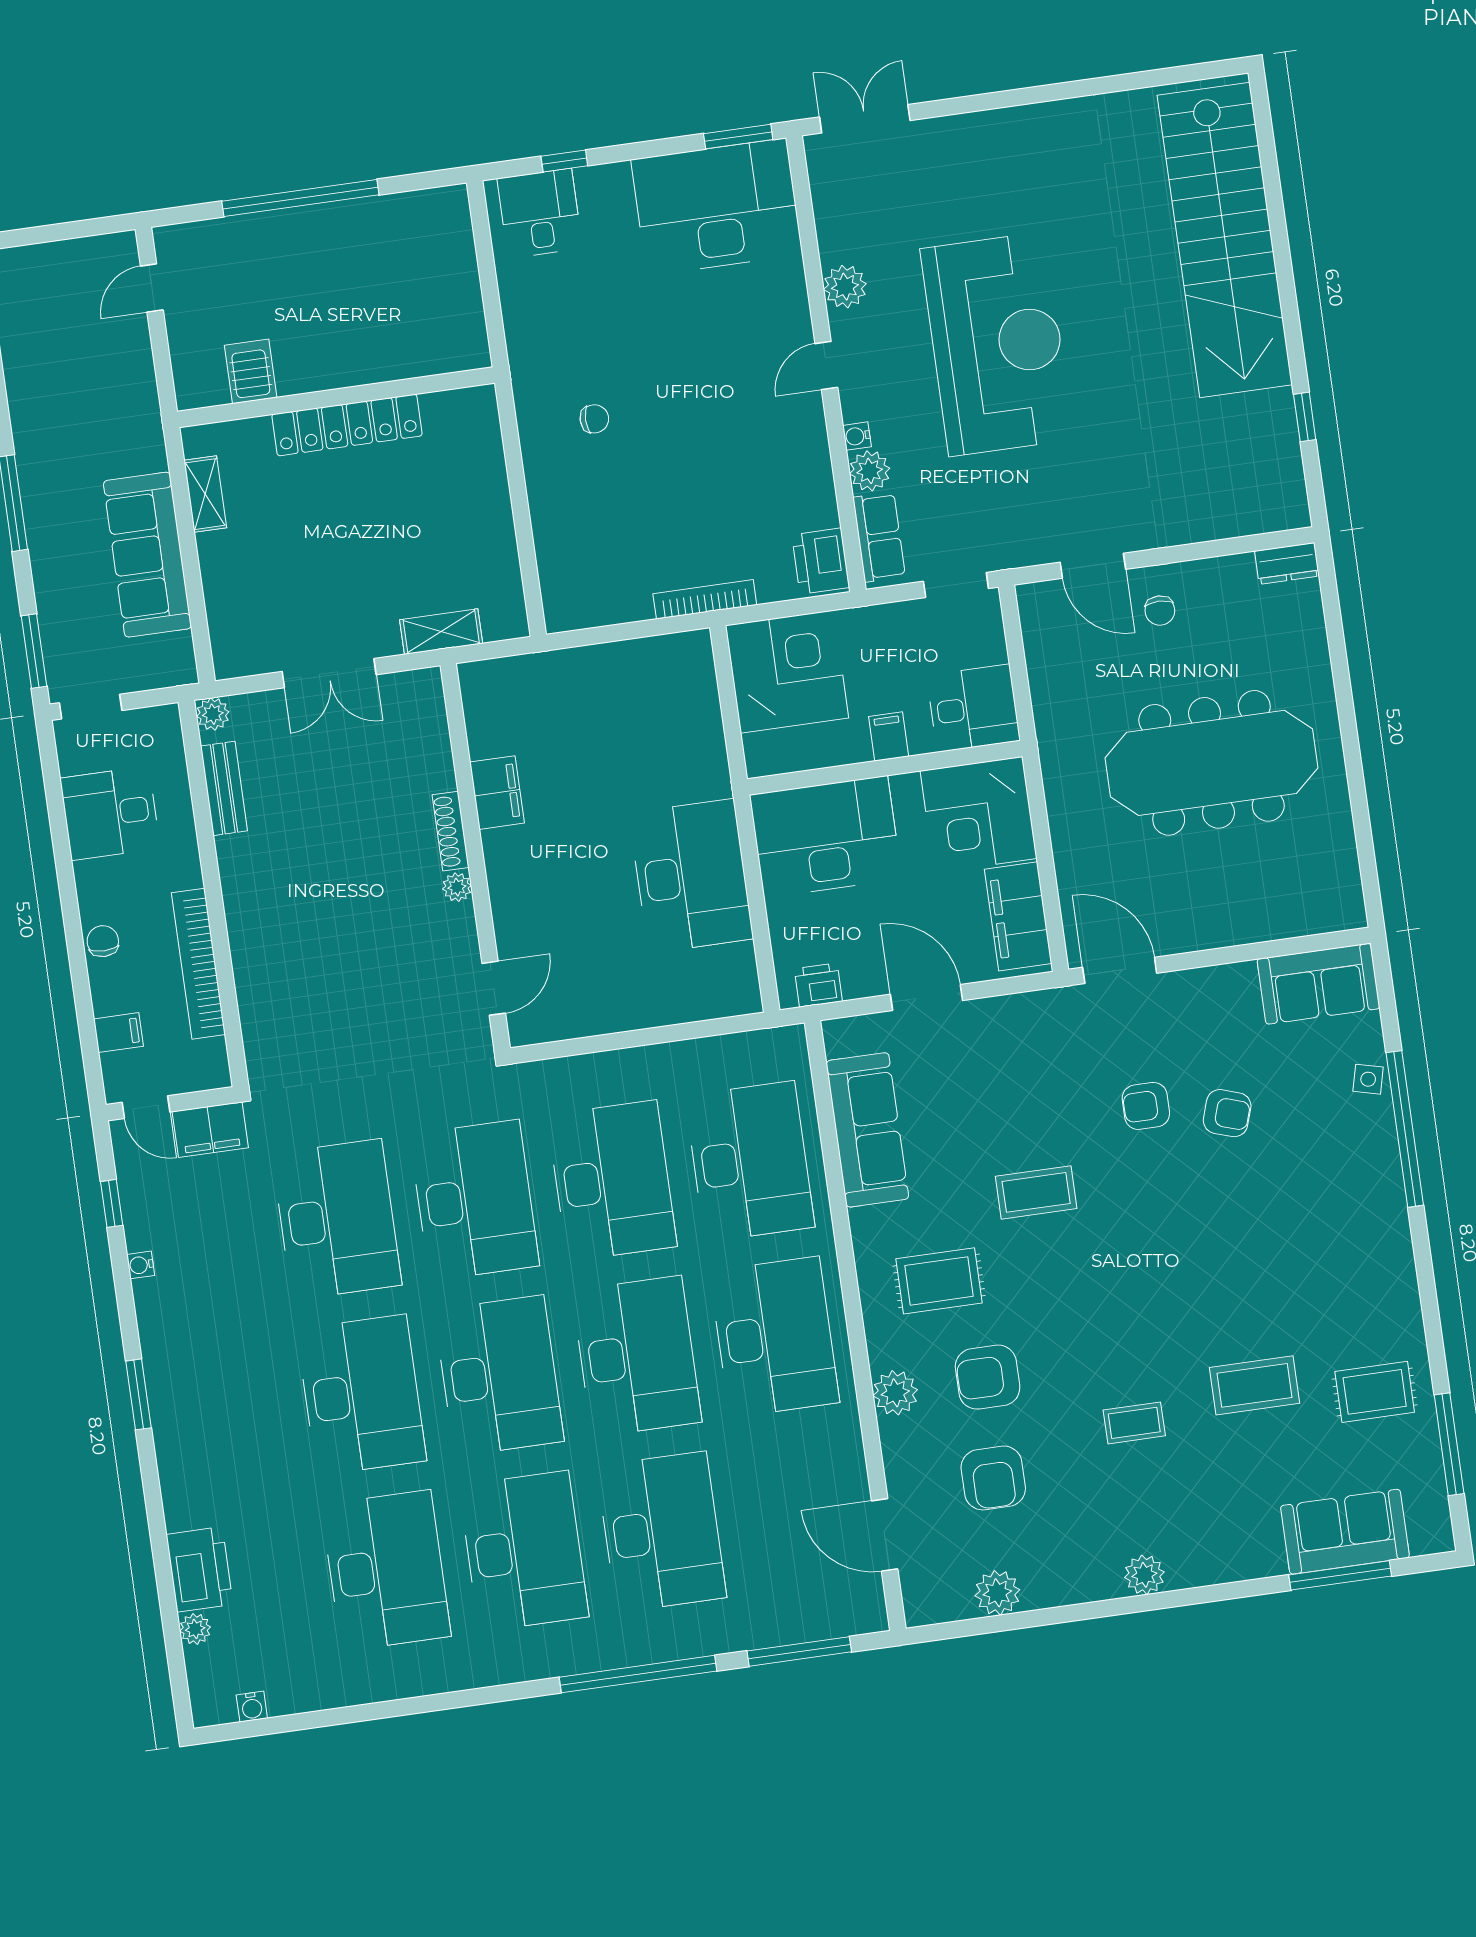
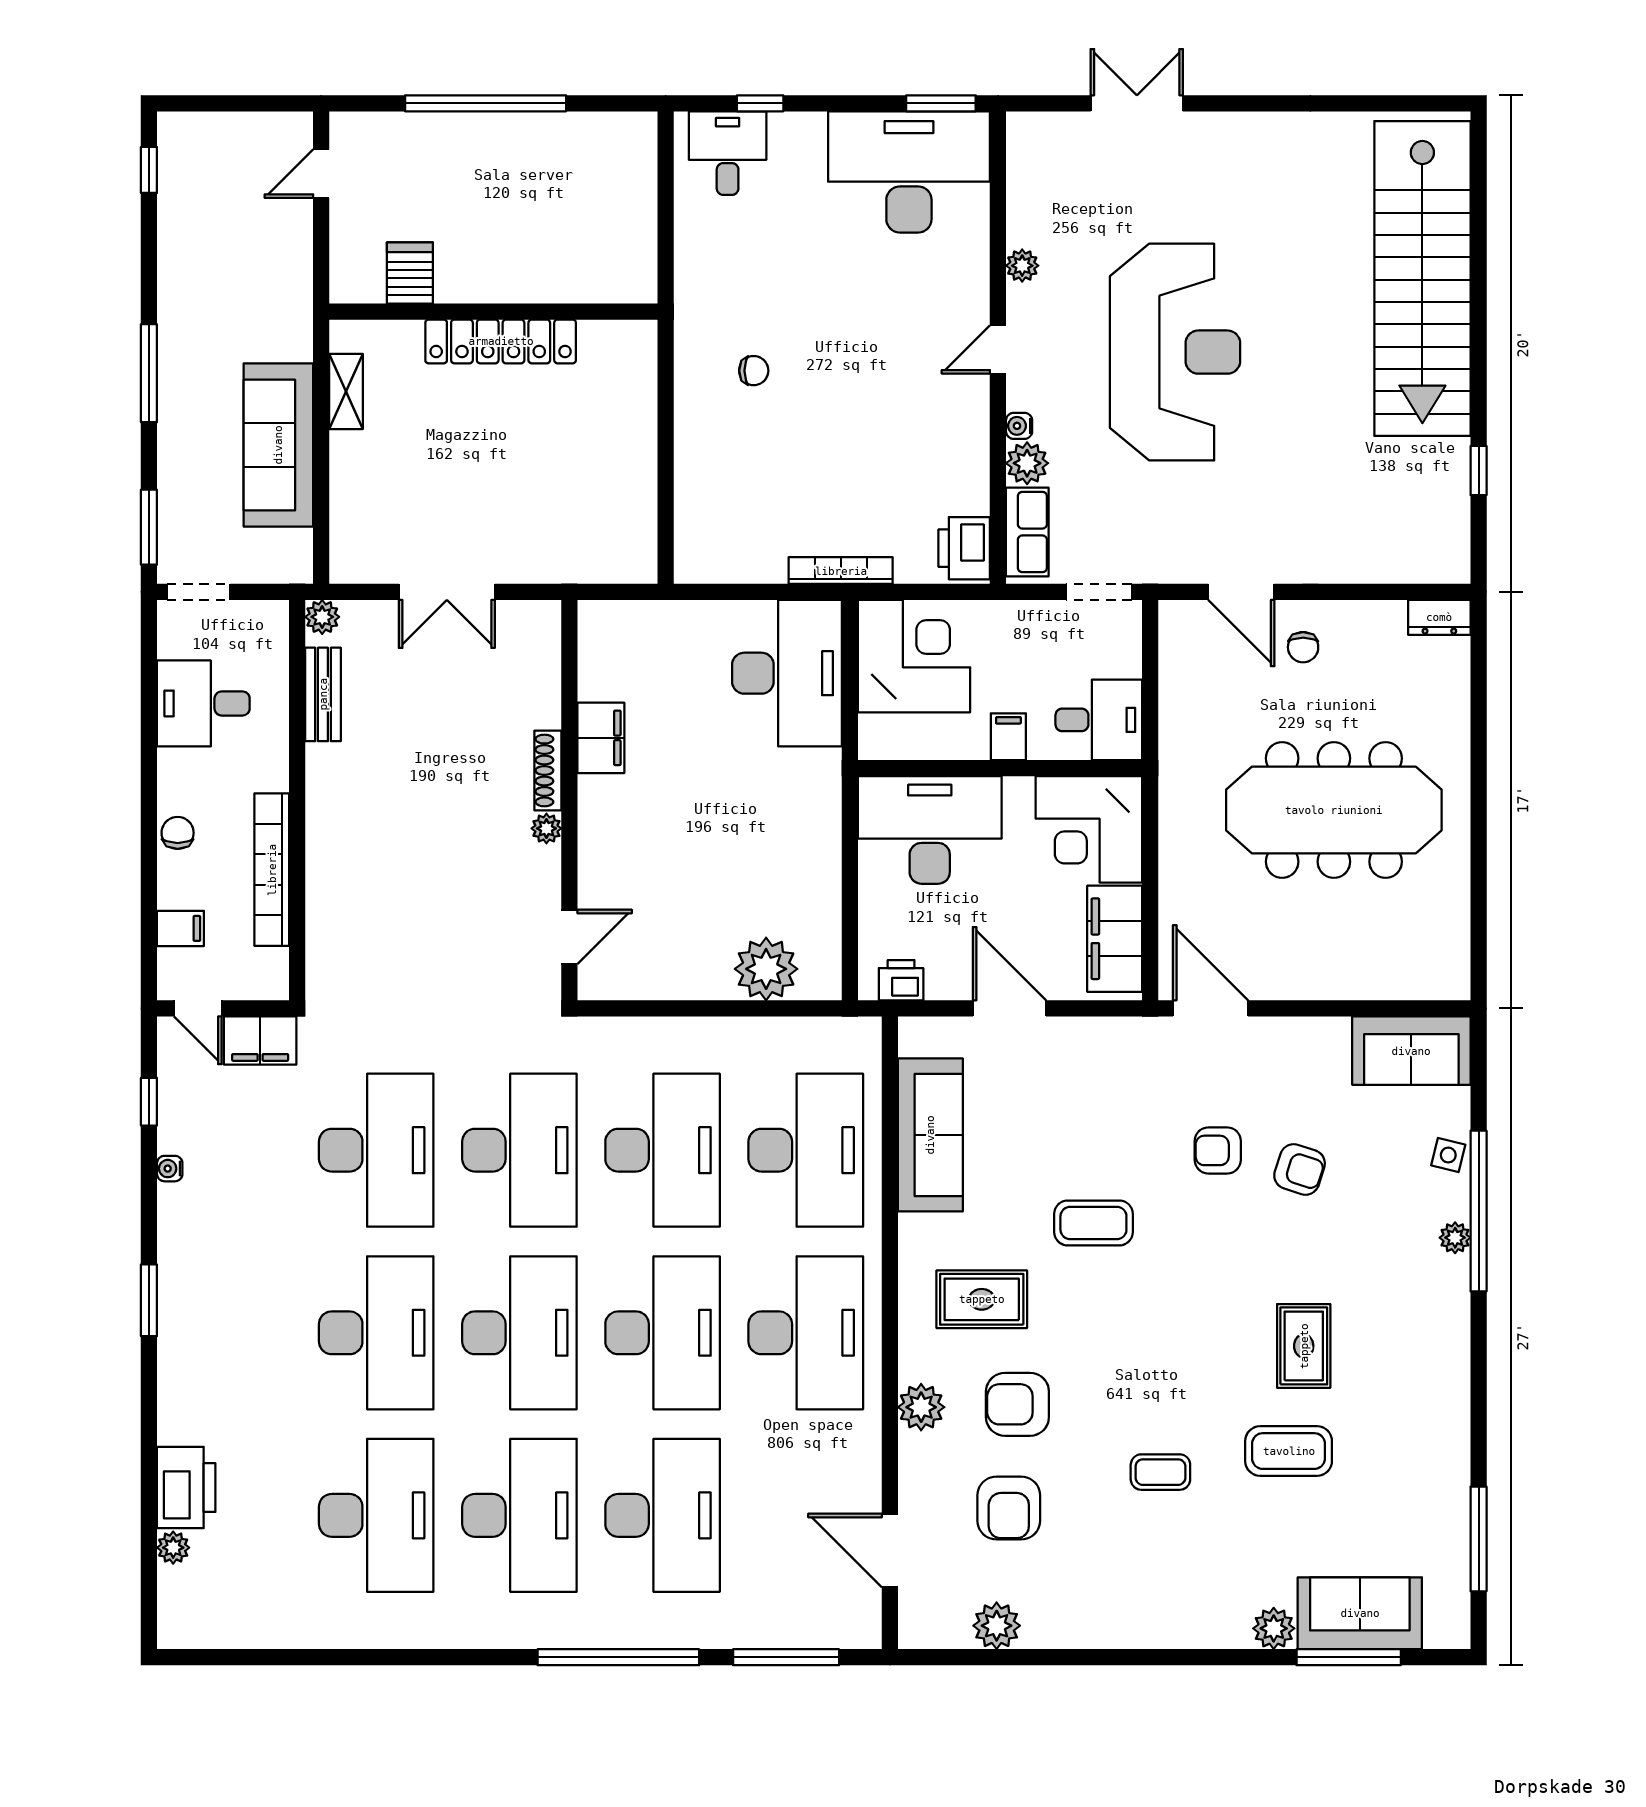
double door: (865, 119) -> (1137, 103), moved
plant: (845, 287) -> (1022, 266), width x0.73, depth x0.73
shelving: (441, 632) -> (567, 566), removed
desk: (691, 876) -> (787, 673), moved
plant: (687, 992) -> (766, 969), added
plant: (1386, 1158) -> (1455, 1238), added
rug: (1375, 1392) -> (1304, 1346), moved, turned 90
plant: (1144, 1575) -> (1274, 1628), moved
water cooler: (252, 1707) -> (220, 1635), removed

